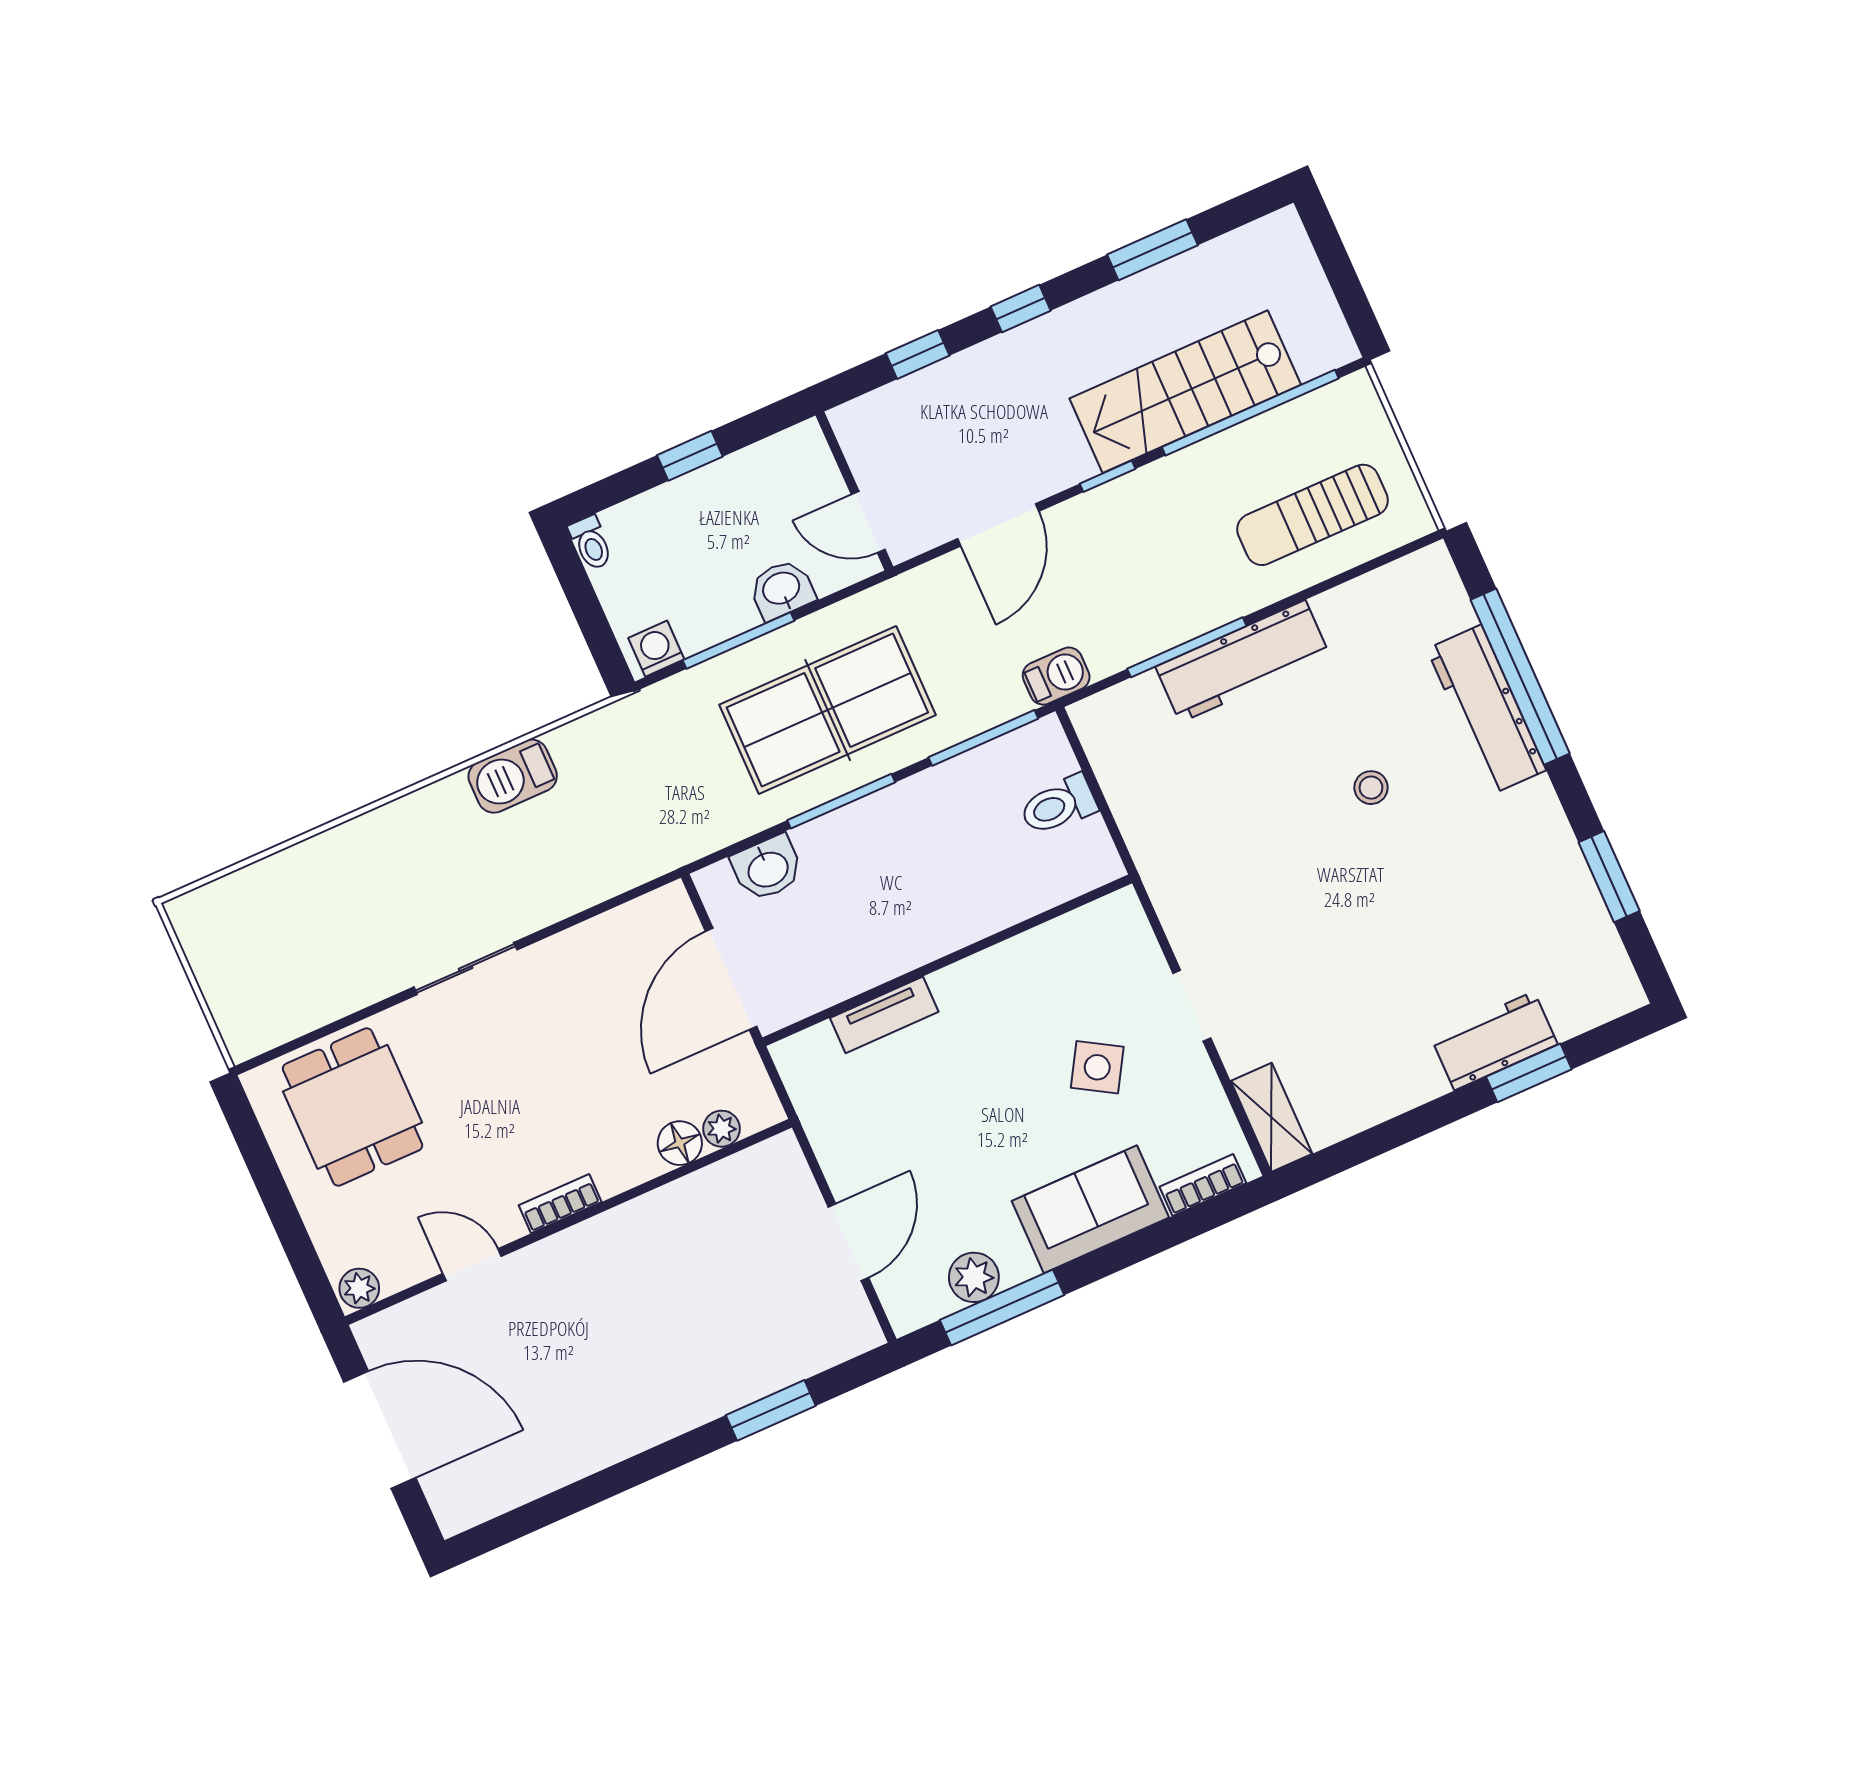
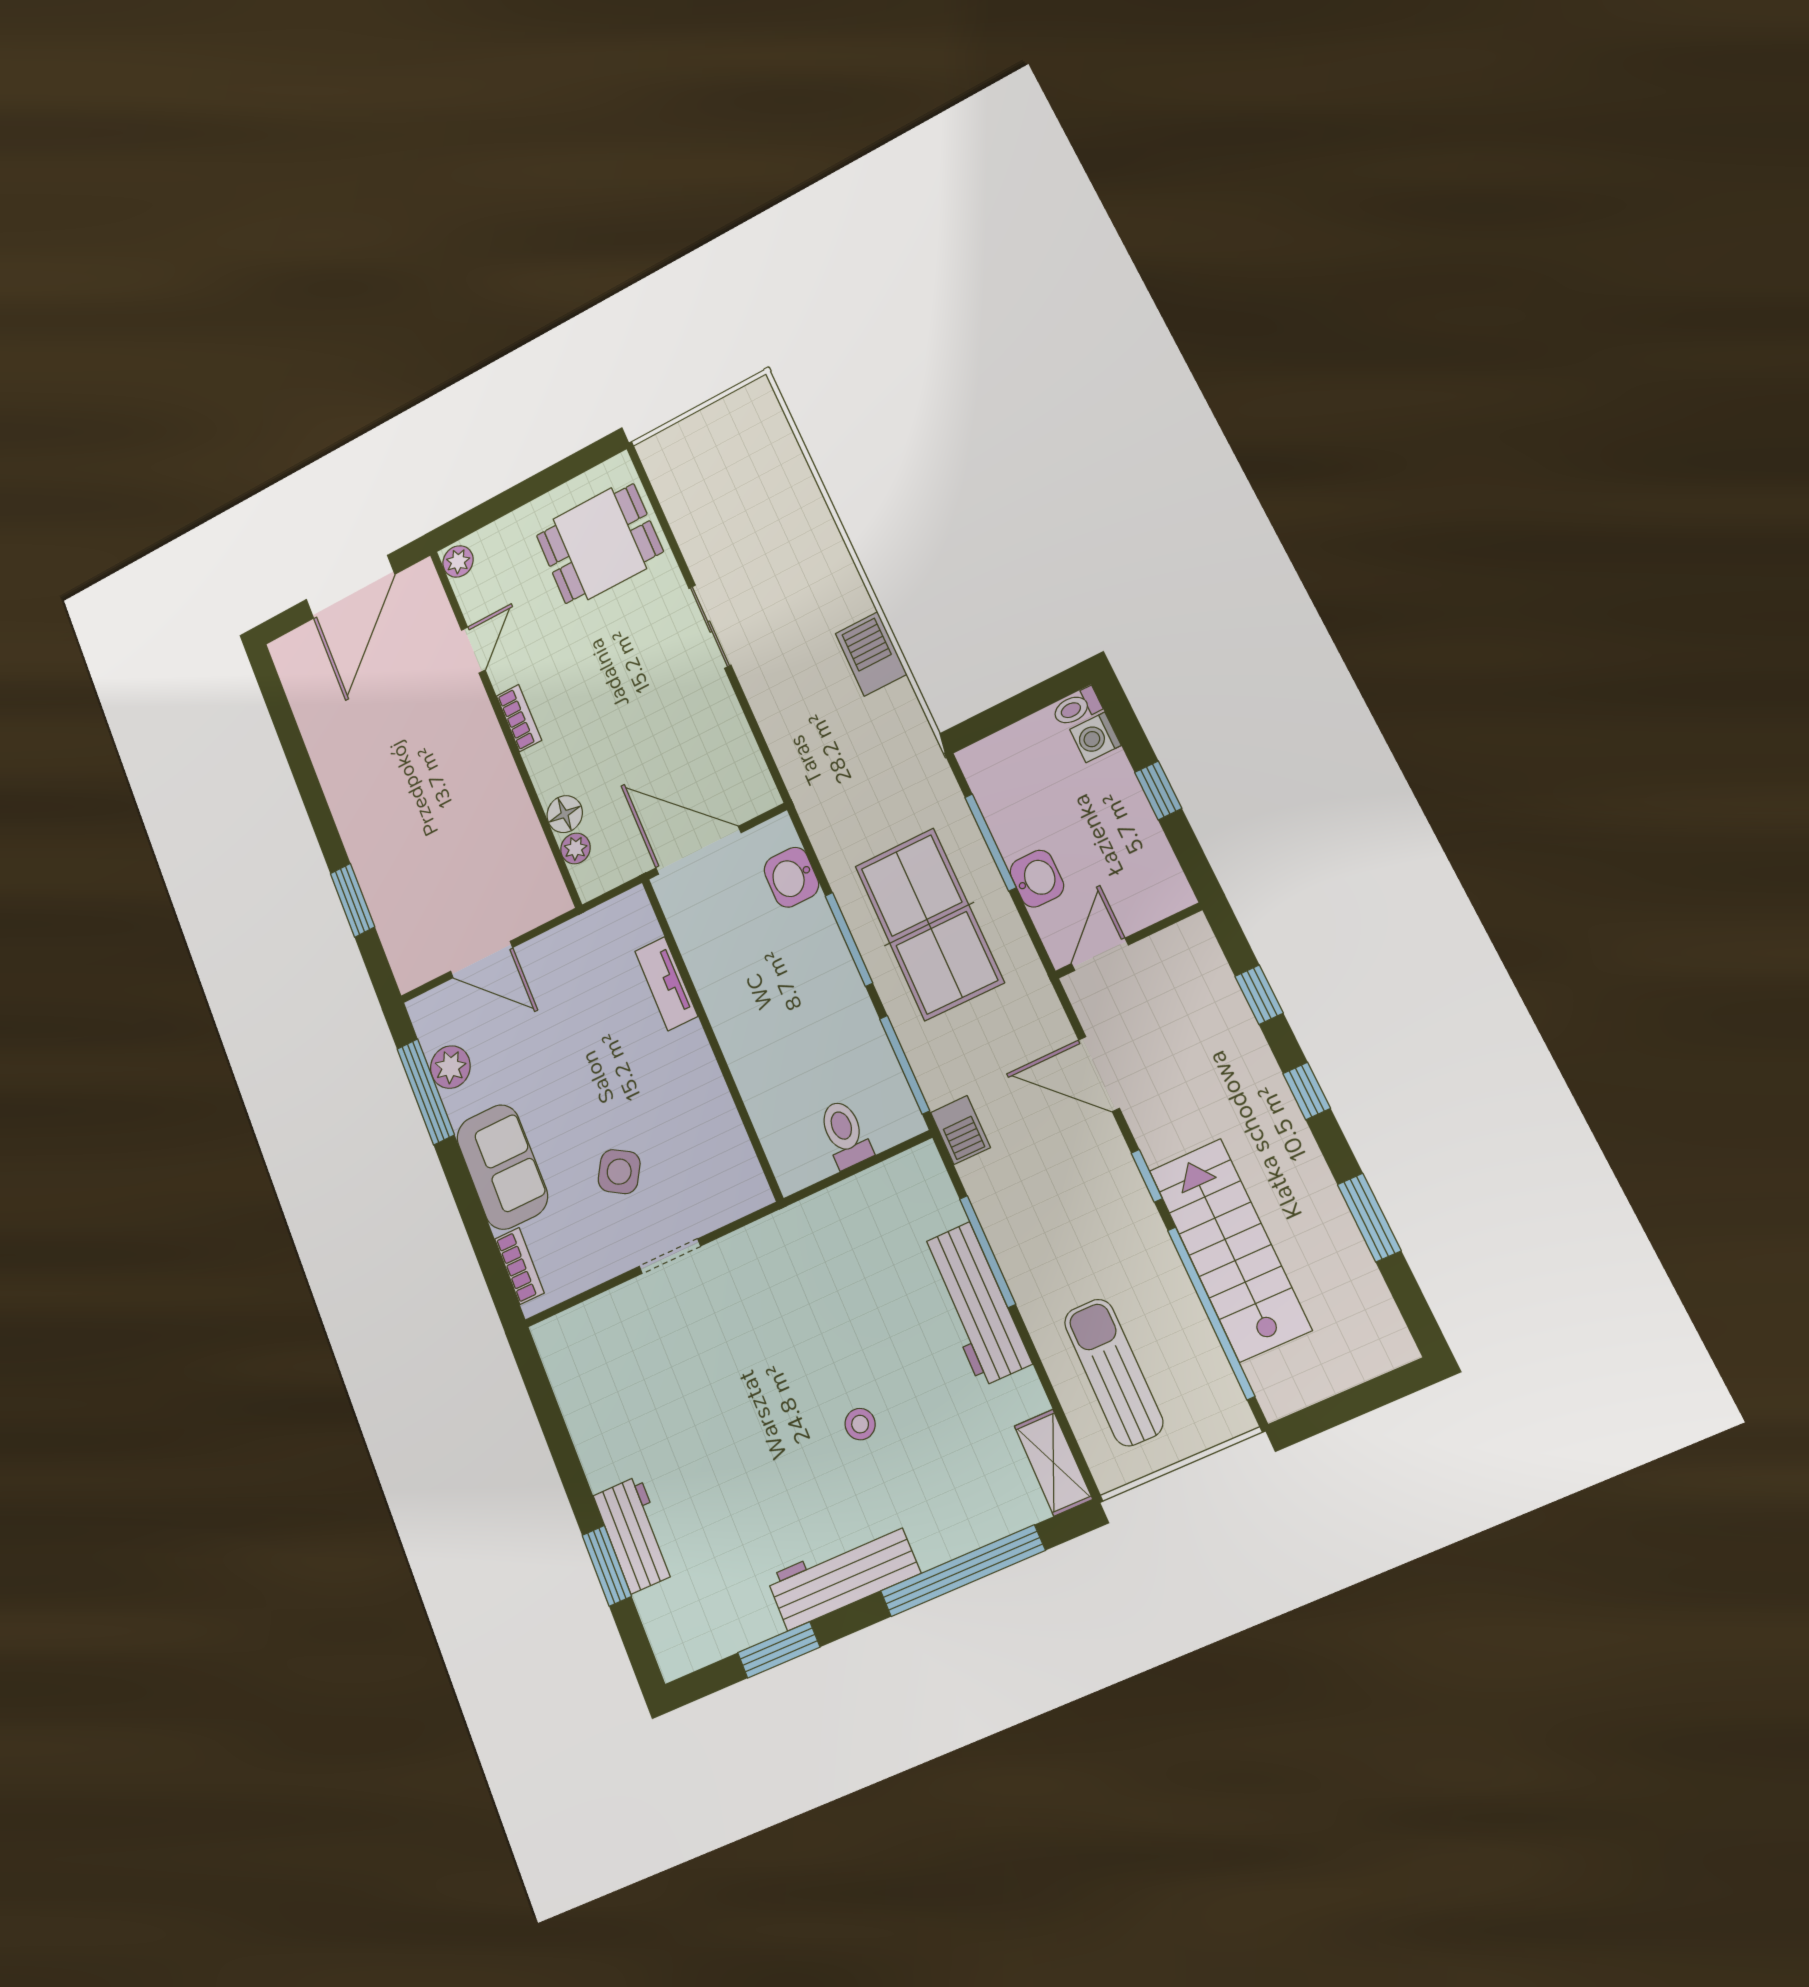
washing machine: (656, 649) -> (1095, 737), moved, turned 180
workbench: (1486, 709) -> (843, 1575), moved
shelving: (1271, 1117) -> (1053, 1463), moved, turned 90

